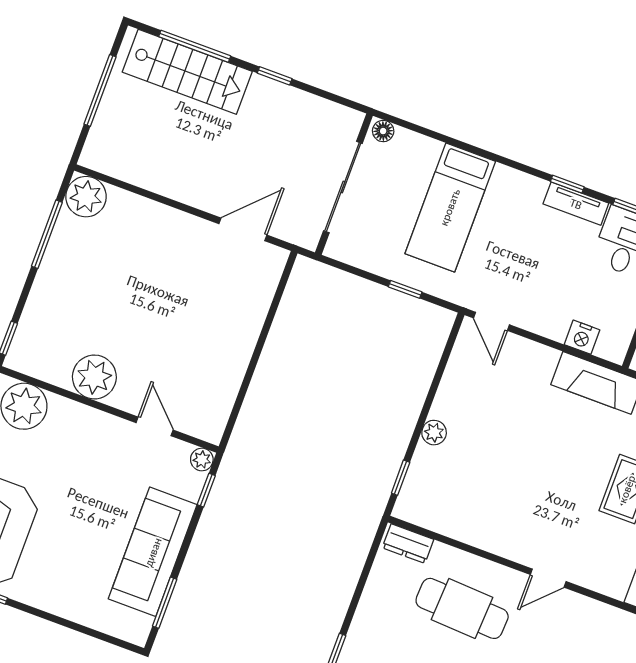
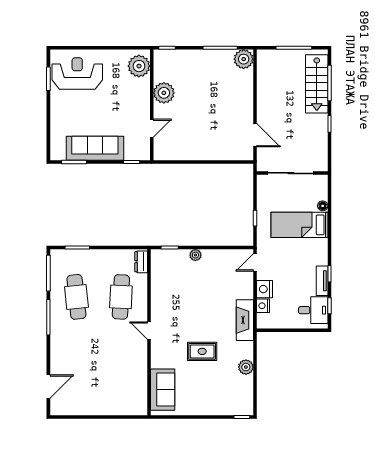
floor lamp: (383, 131) -> (323, 206), moved
nightstand: (551, 322) -> (265, 289), added
plant: (202, 460) -> (145, 155), removed

